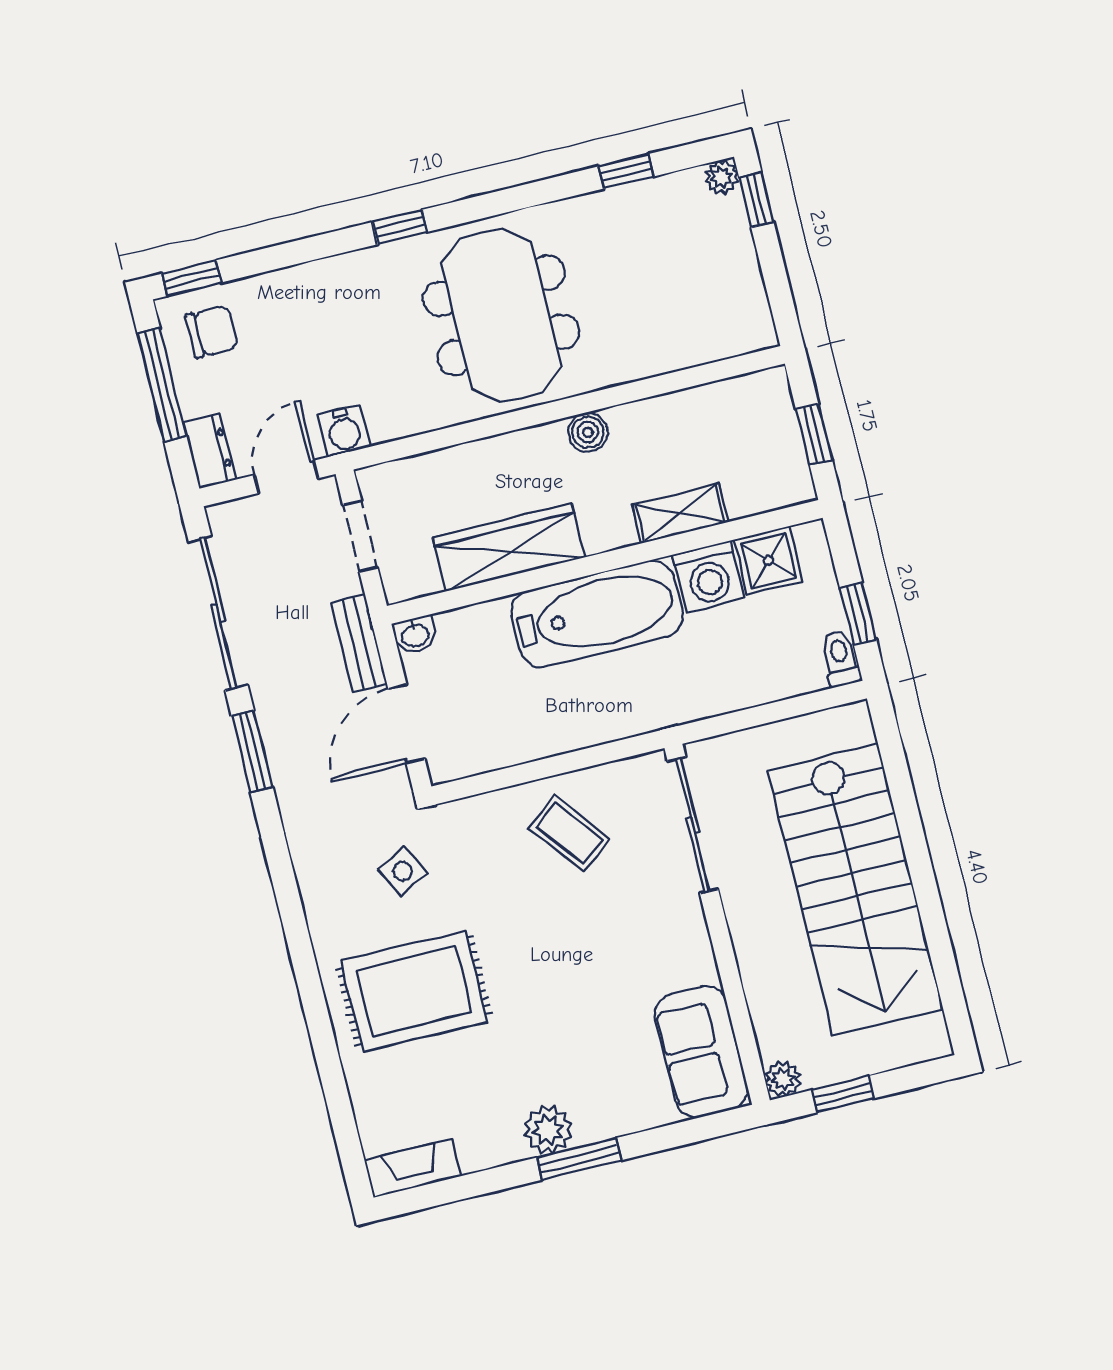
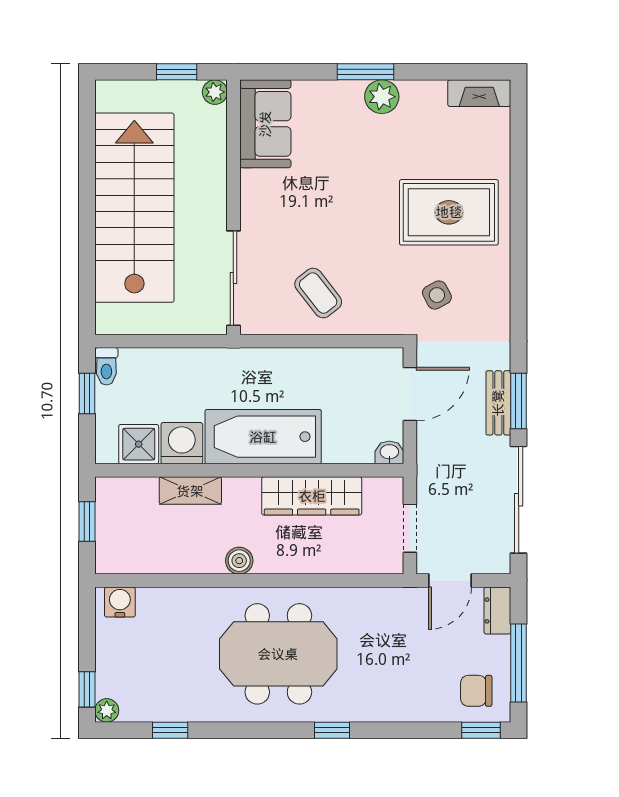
meeting table: (501, 315) -> (278, 654), turned 90
water cooler: (344, 431) -> (120, 602), moved
bench: (359, 643) -> (498, 403), moved

